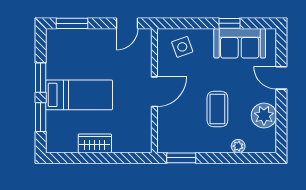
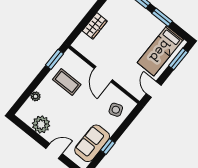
bed: (79, 95) -> (160, 51), moved
coffee table: (217, 109) -> (67, 82), moved
wardrobe: (95, 143) -> (95, 26), moved

